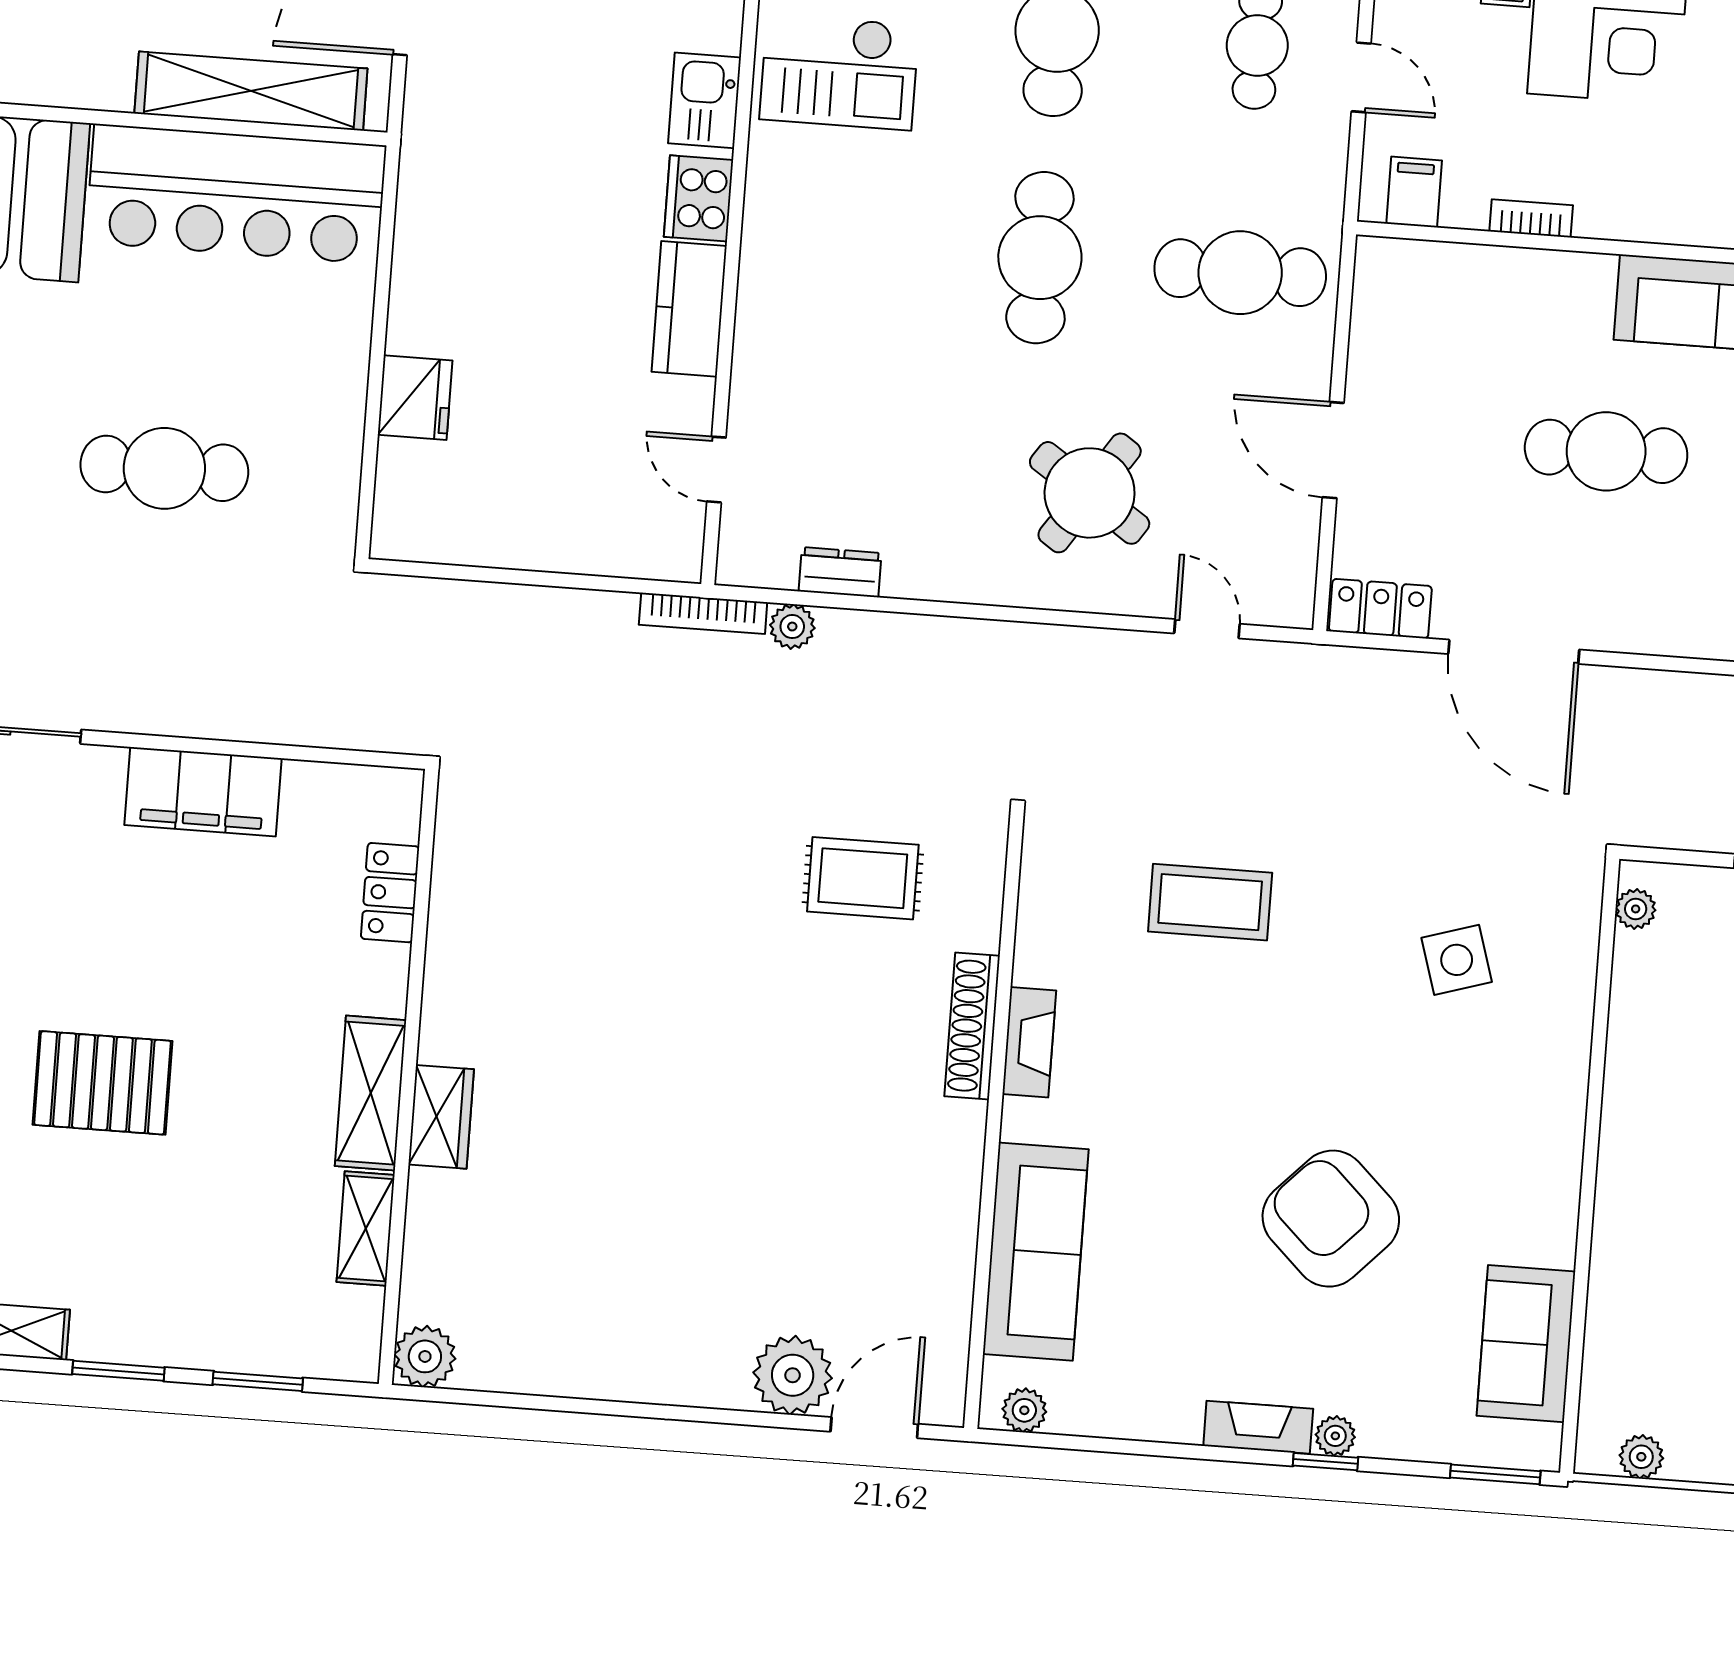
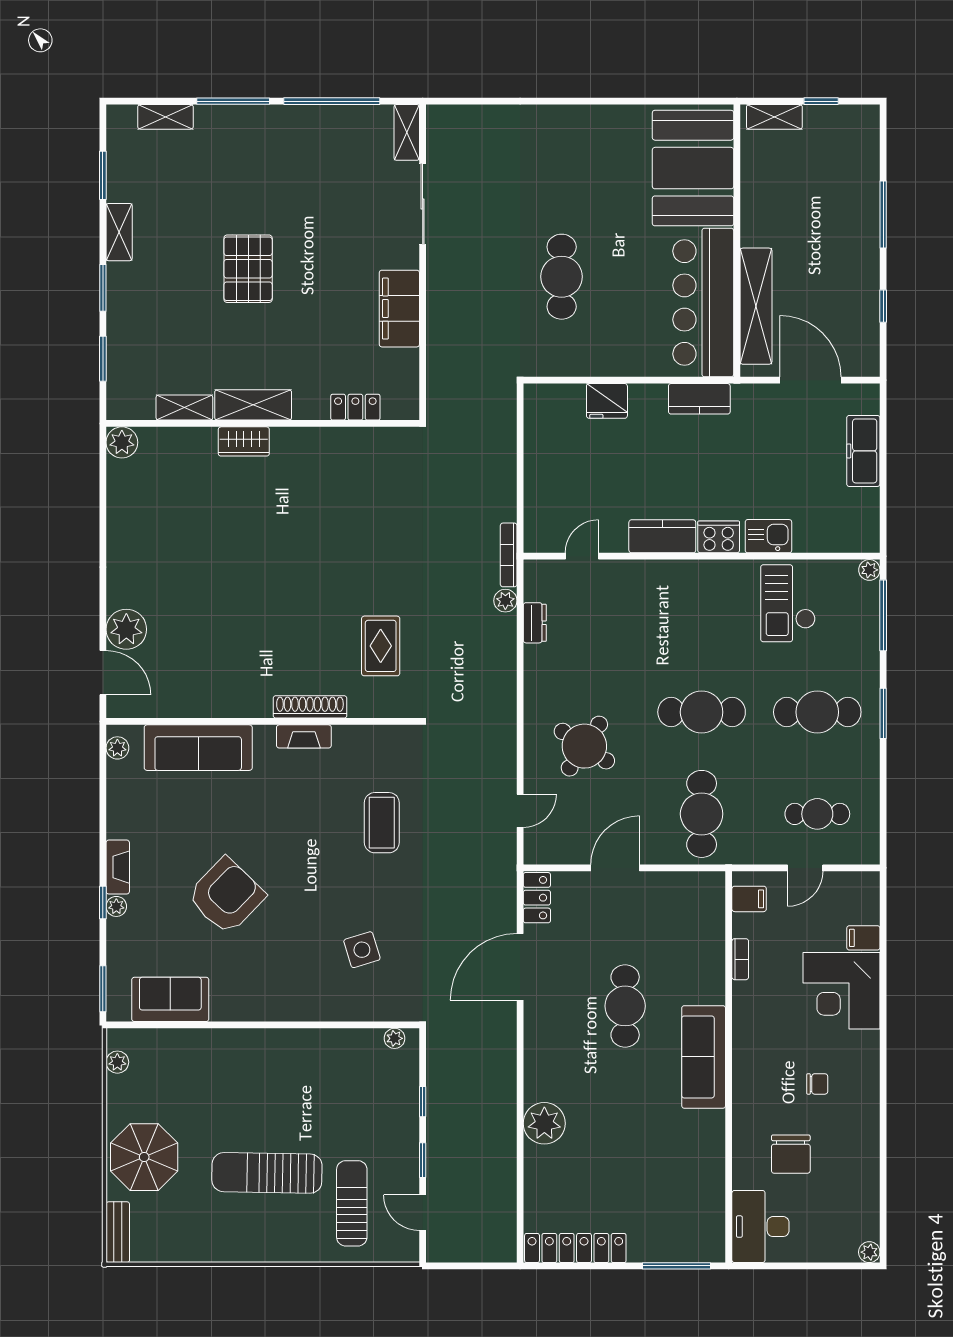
kitchen counter: (424, 216) -> (699, 399), added

